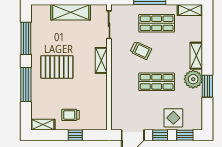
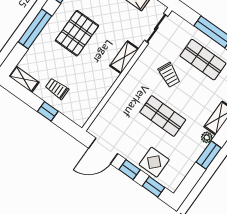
pallet: (57, 67) -> (77, 33), turned 90
plant: (193, 79) -> (207, 137), width x0.53, depth x0.53

